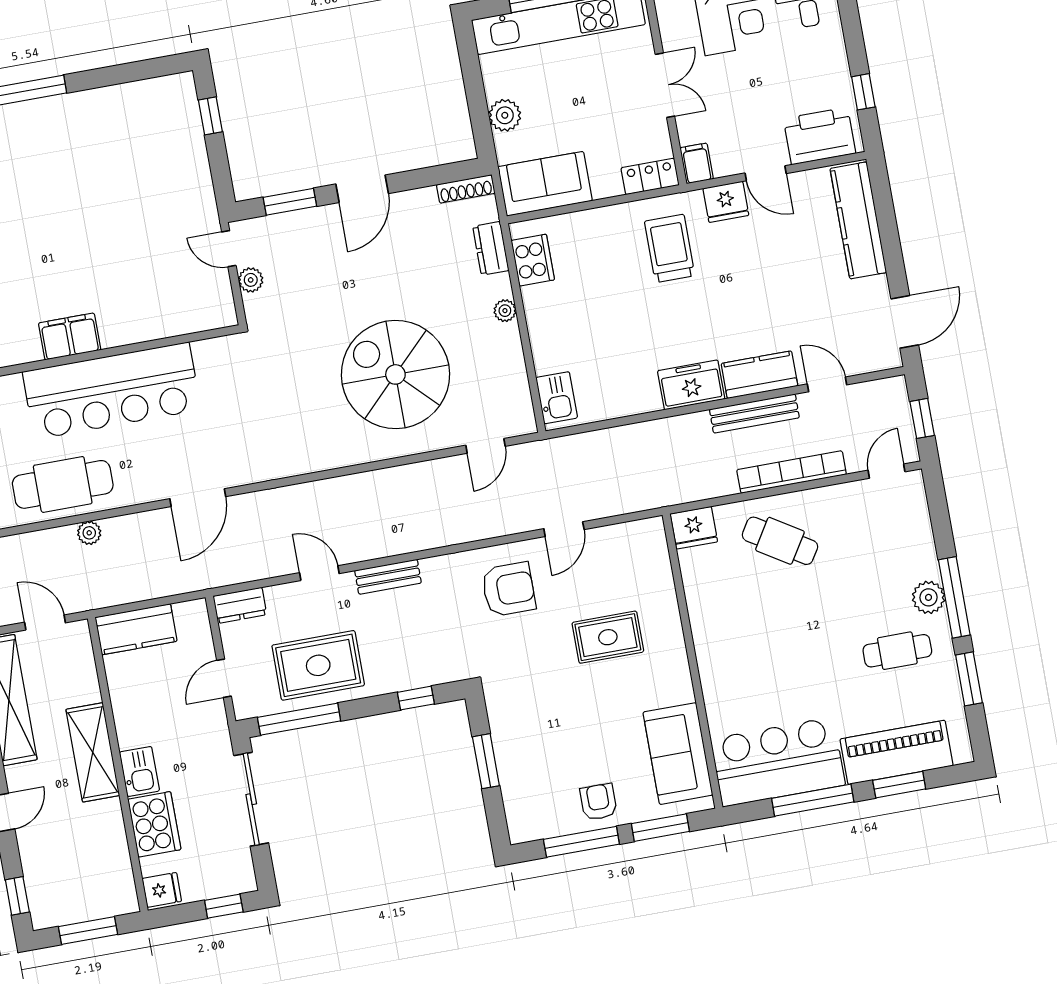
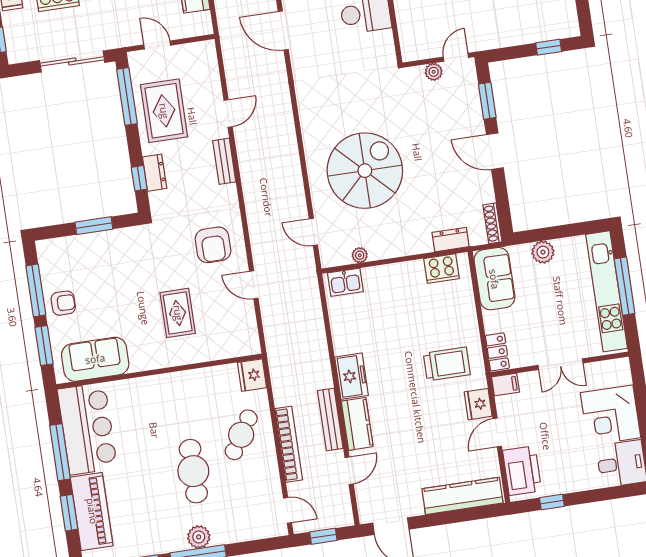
plant: (505, 311) -> (360, 255), moved
dresser: (240, 605) -> (155, 173), moved, turned 180
cafe table: (897, 651) -> (193, 471), moved, width x1.37, depth x1.35

